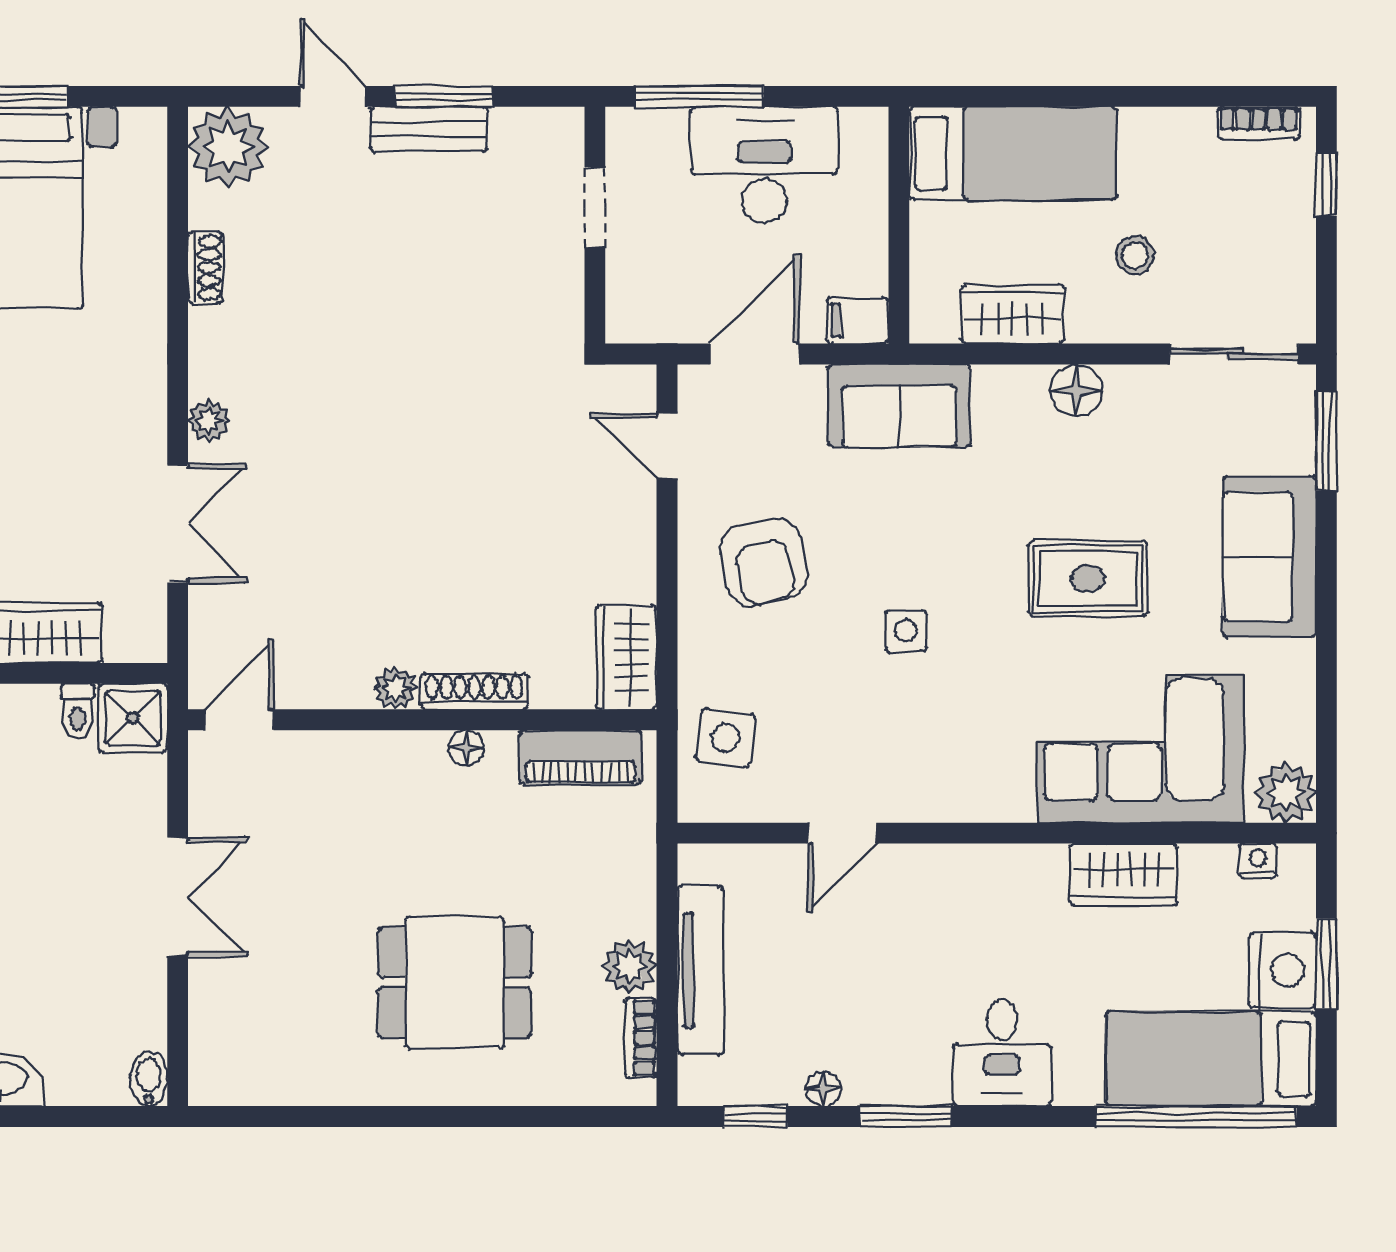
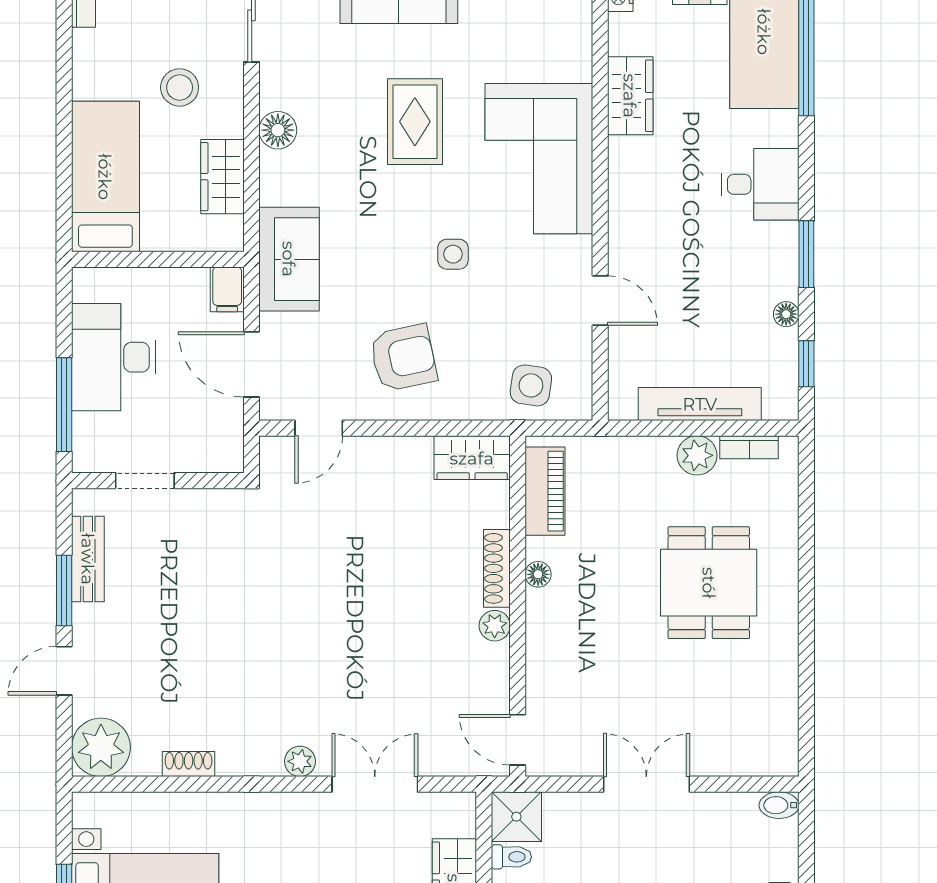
bench: (429, 129) -> (88, 559), moved
stool: (1135, 255) -> (180, 87), width x1.37, depth x1.37
corner sofa: (1141, 749) -> (539, 159), moved

